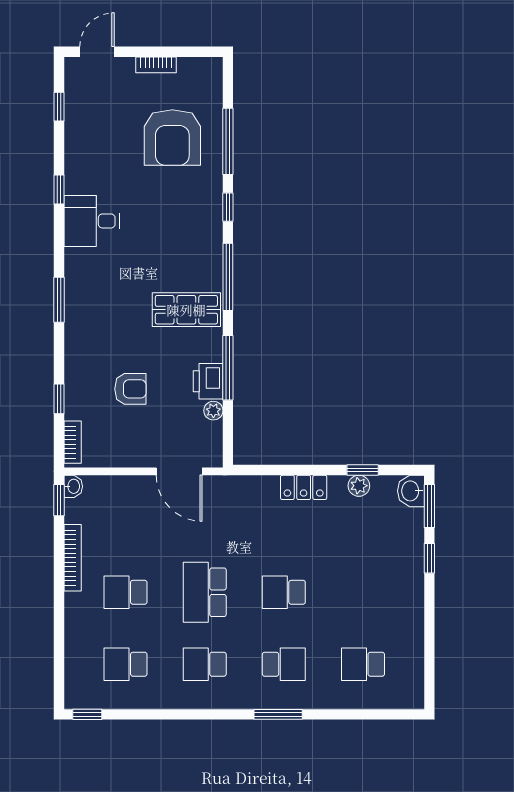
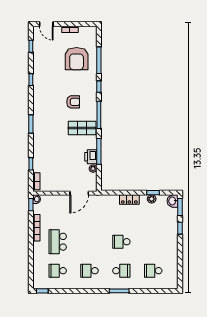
door: (97, 52) -> (46, 24), swing flipped
desk: (92, 221) -> (44, 92), removed
armchair: (130, 389) -> (73, 102), moved
door: (179, 471) -> (79, 193), hinge flipped
school desk: (126, 592) -> (58, 242), width x1.85
school desk: (205, 592) -> (90, 242), removed

